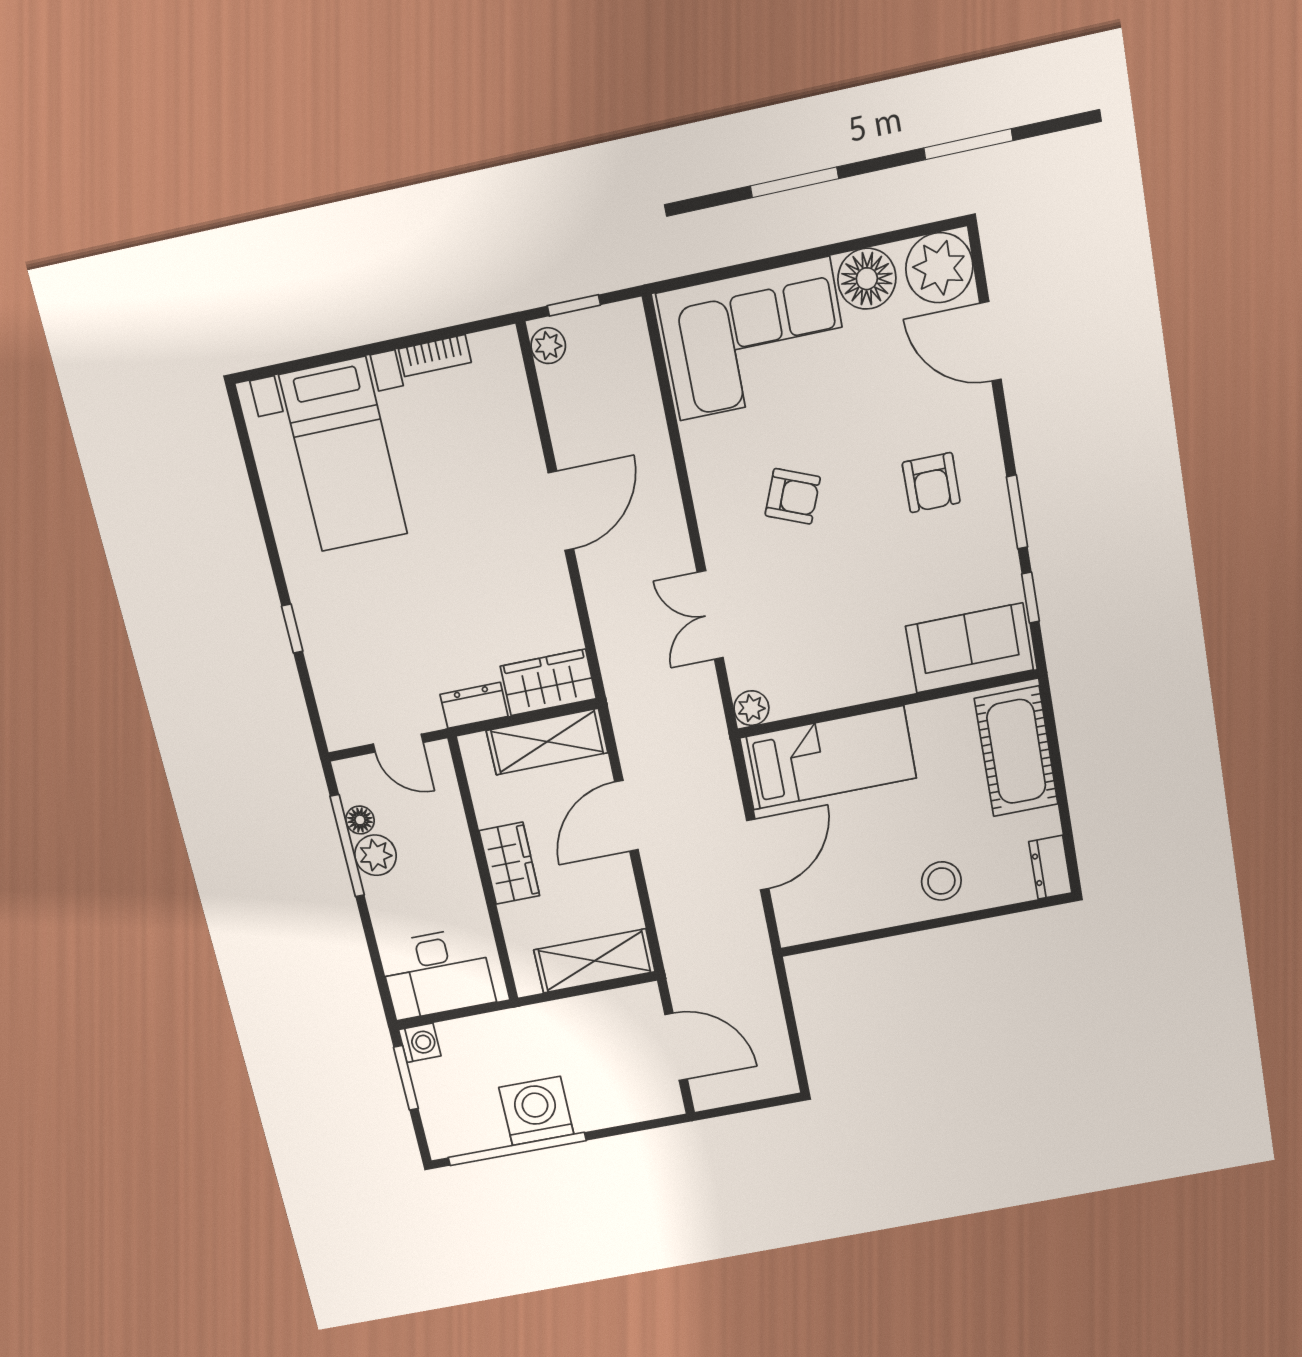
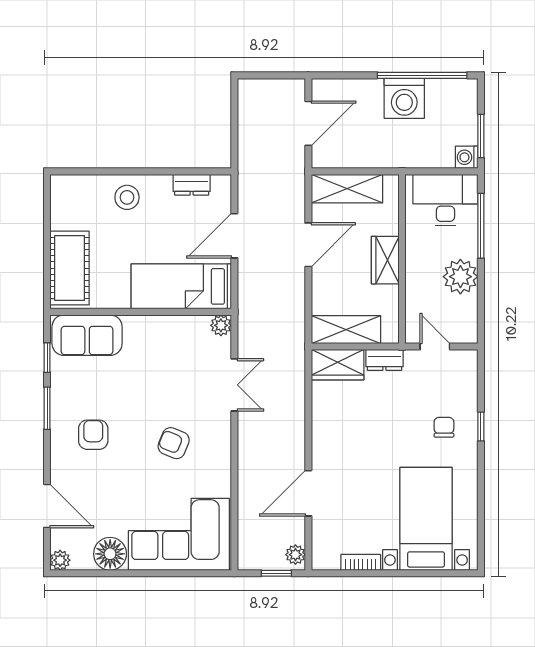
plant: (939, 268) -> (60, 560), width x0.53, depth x0.53
door: (561, 511) -> (308, 493), moved
chair: (352, 615) -> (444, 427), added
door: (626, 816) -> (308, 245), moved
floor lamp: (360, 820) -> (469, 305), removed
window: (347, 846) -> (481, 226), moved
plant: (376, 855) -> (460, 277), width x1.36, depth x1.36
dresser: (1050, 867) -> (192, 185), moved, turned 90
door: (676, 1047) -> (308, 123), swing flipped

